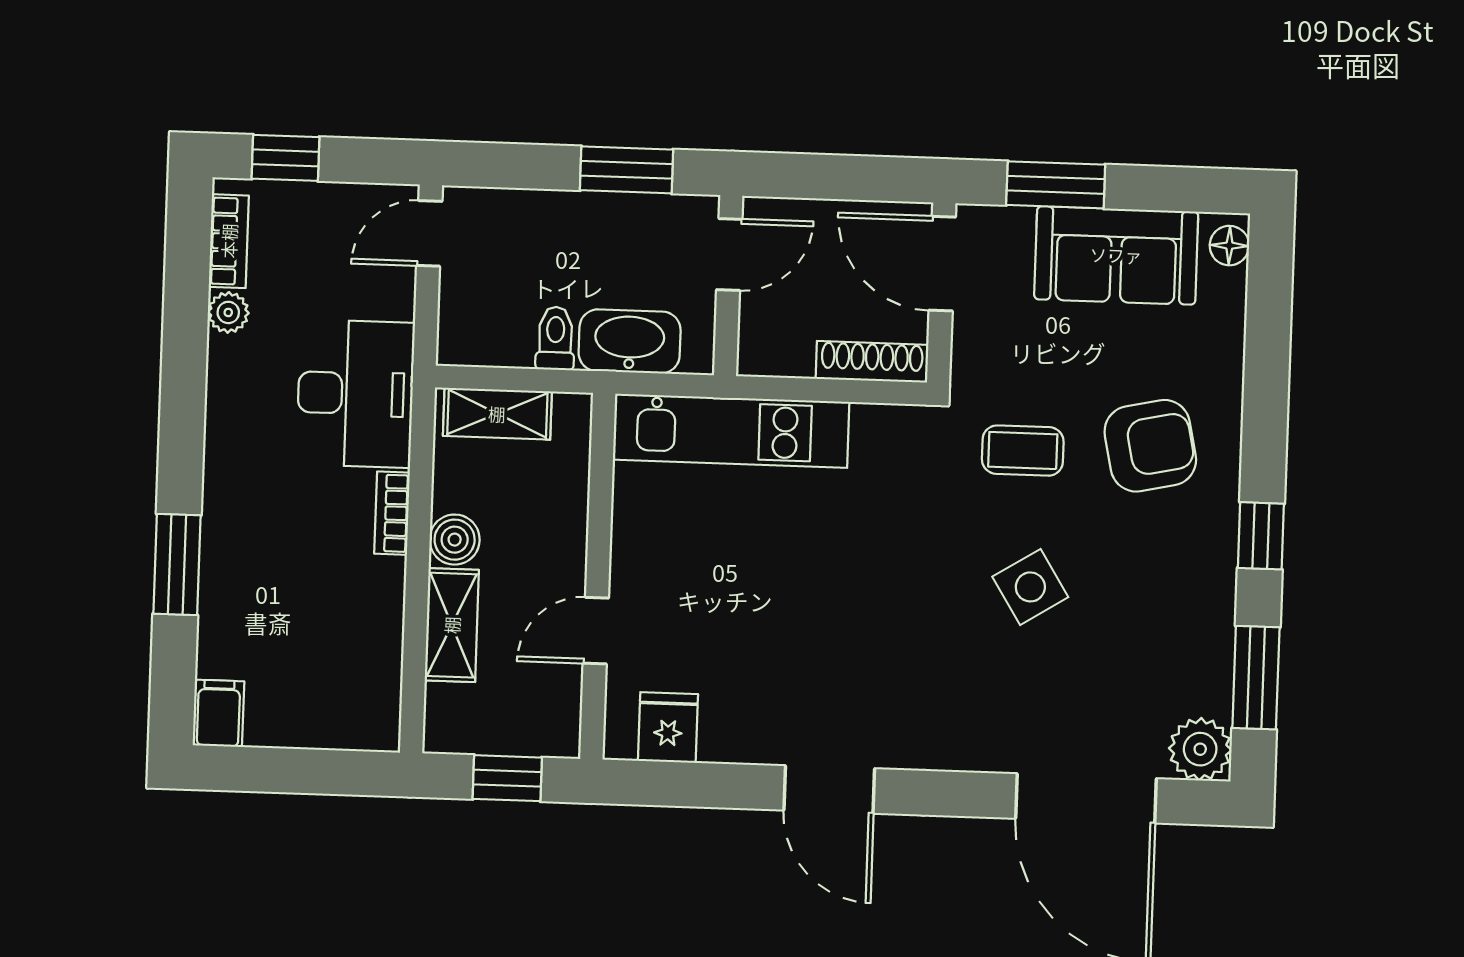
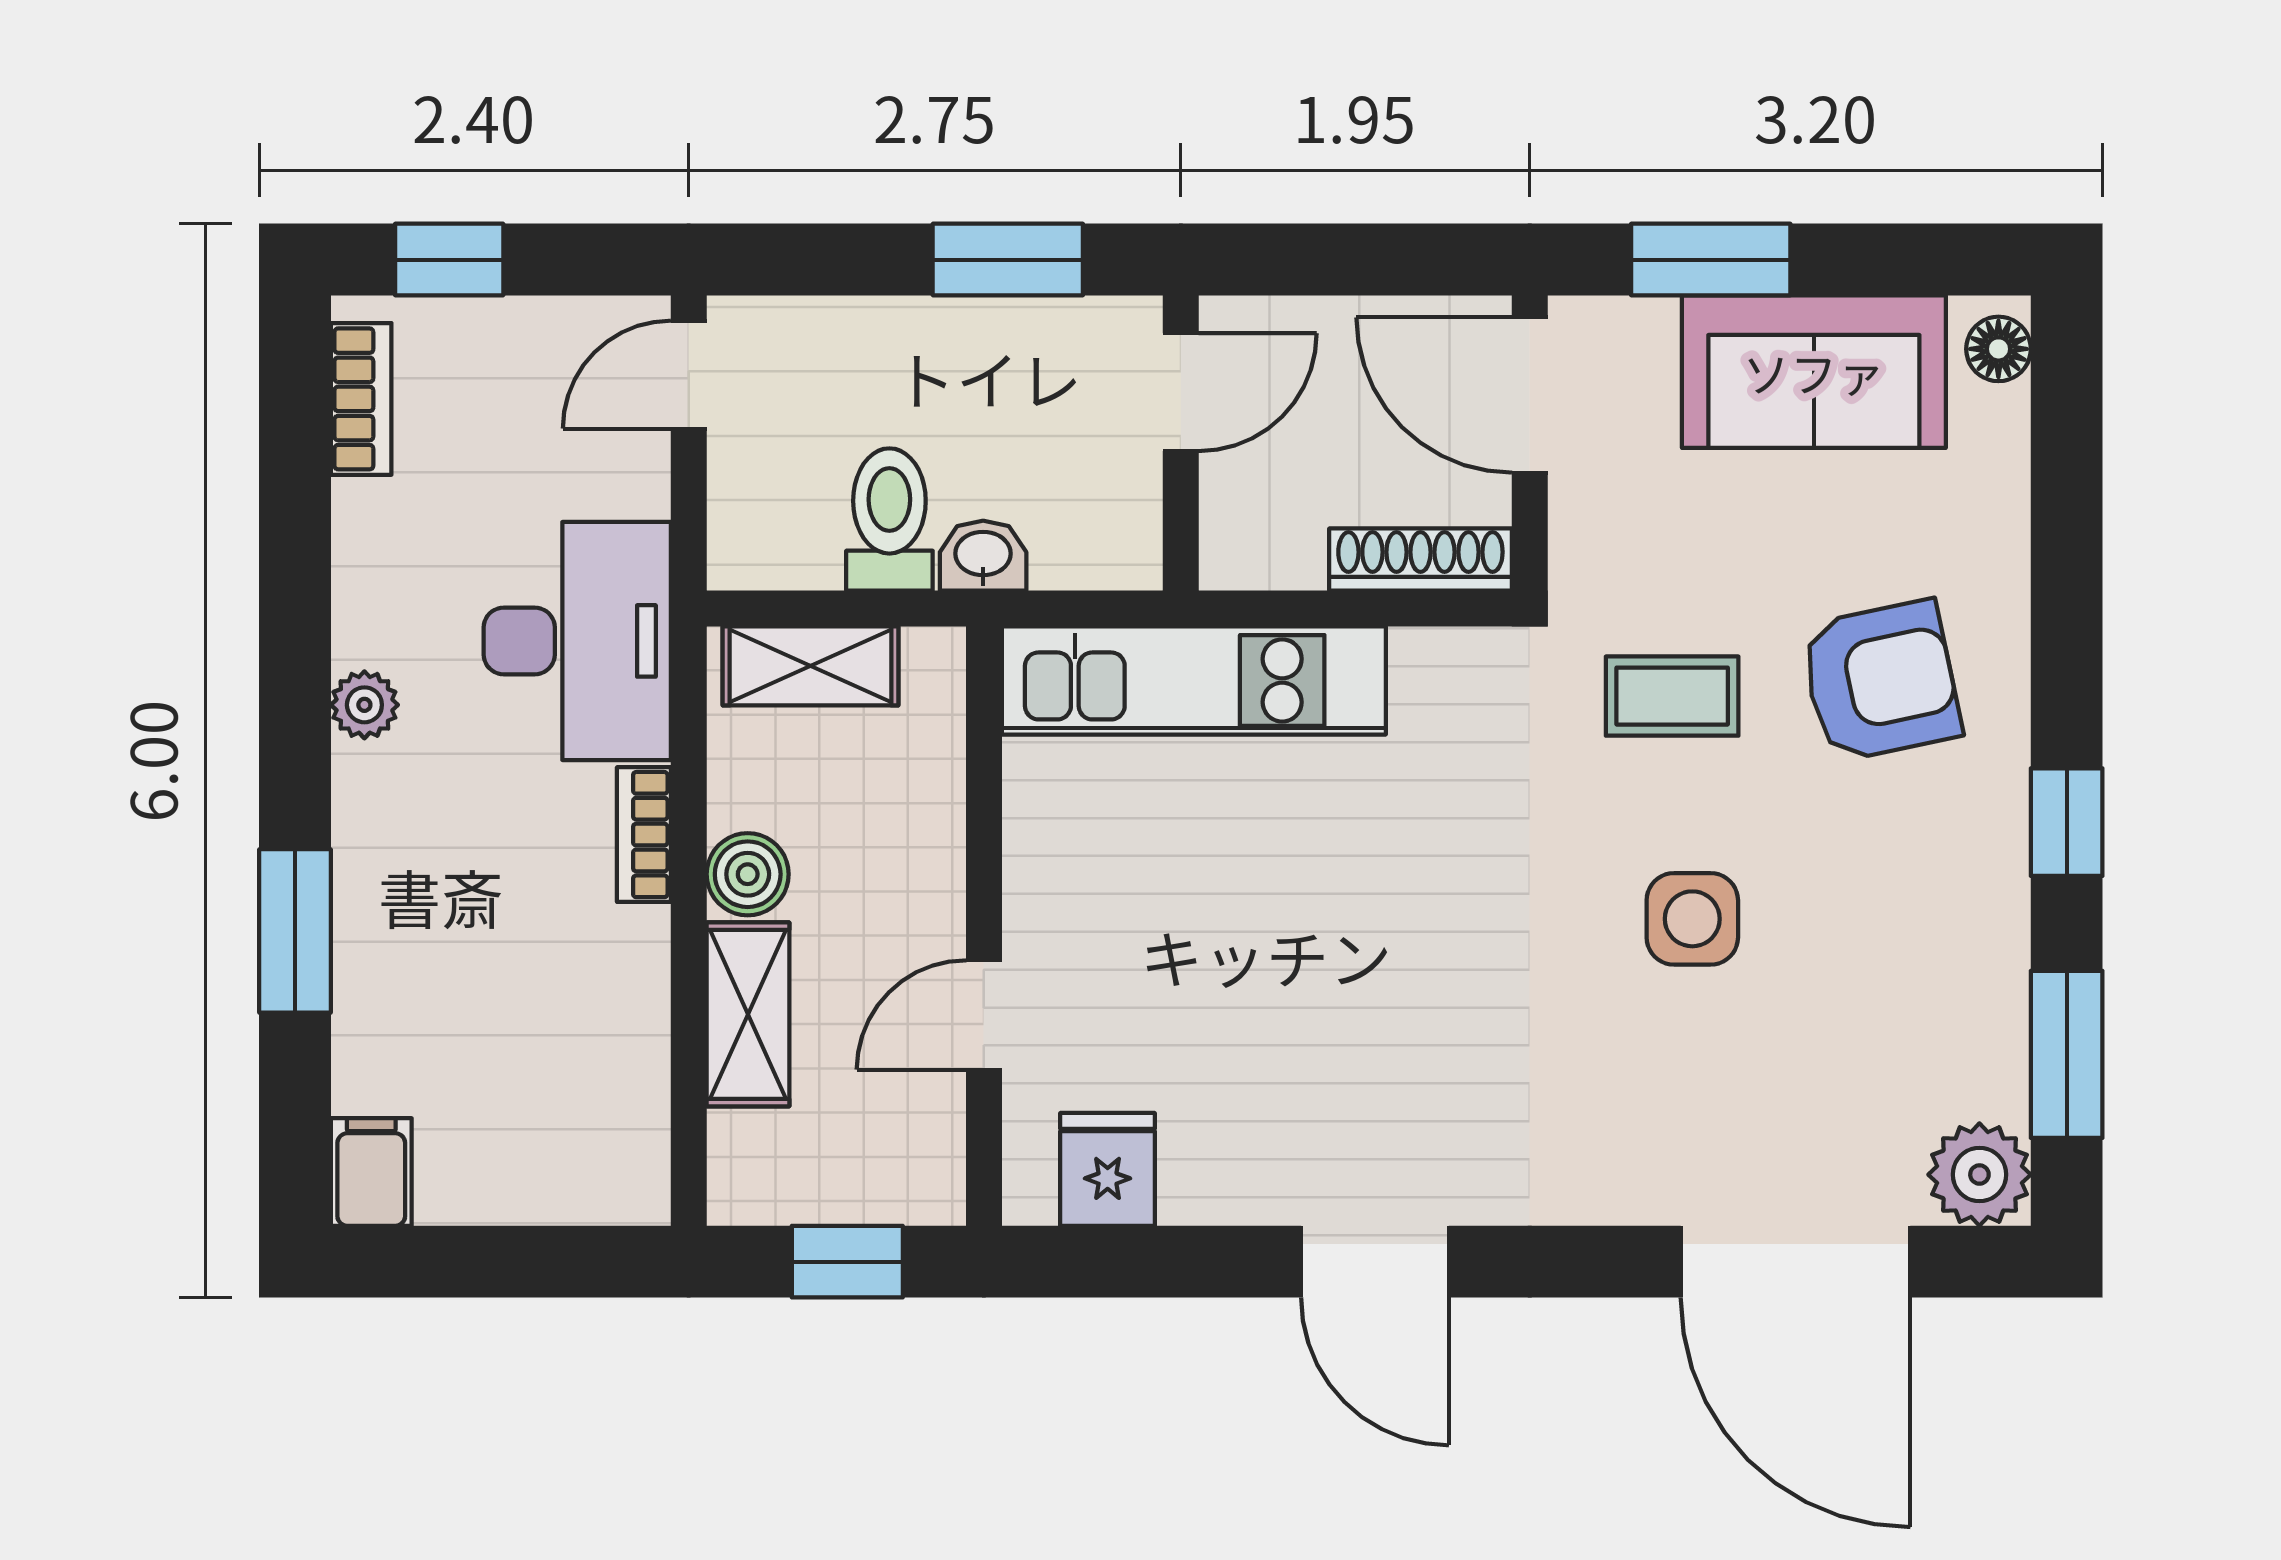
plant: (228, 312) -> (364, 705), moved
toilet: (555, 338) -> (889, 519), width x1.37, depth x1.39
washbasin: (630, 341) -> (983, 556), width x0.52, depth x0.69
side table: (1030, 587) -> (1692, 919), turned 32

